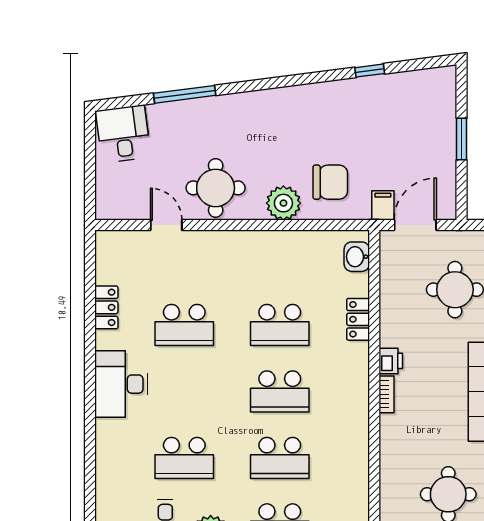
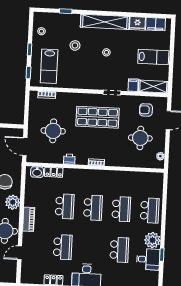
filing cabinet: (383, 205) -> (16, 160), removed
piano: (245, 243) -> (29, 219), added
locker: (358, 319) -> (54, 172), moved
printer: (391, 361) -> (69, 159), moved

